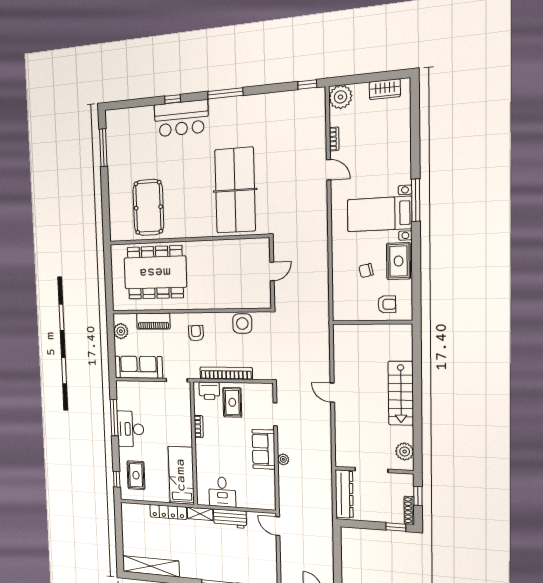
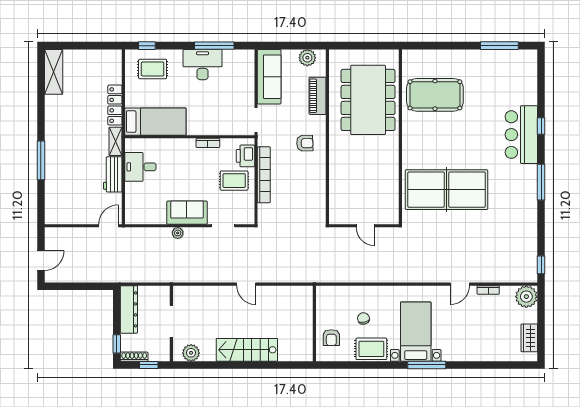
side table: (242, 323) -> (314, 194), removed
door: (332, 393) -> (246, 284), swing flipped
dresser: (344, 494) -> (129, 309), moved, turned -90
shelving: (151, 566) -> (54, 72), width x0.68

